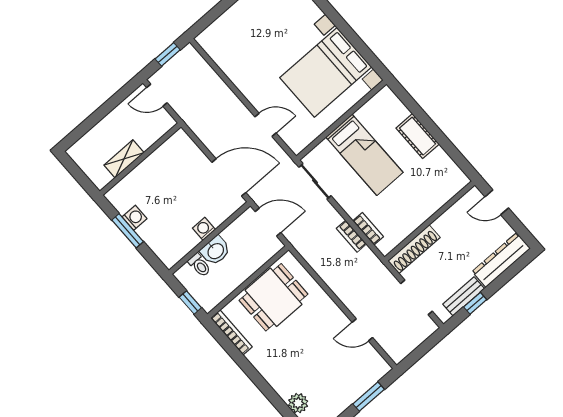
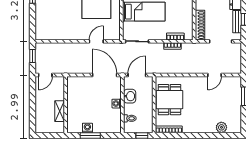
door: (229, 177) -> (105, 75), hinge flipped
washbasin: (215, 251) -> (130, 96), moved

